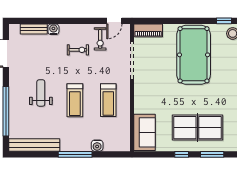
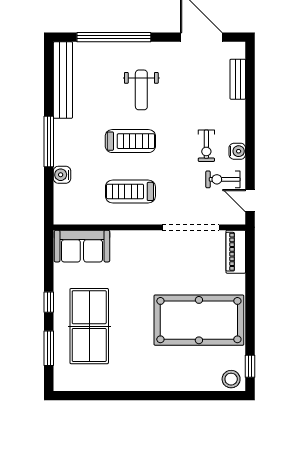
water cooler: (53, 29) -> (237, 151), moved
weight bench: (41, 93) -> (141, 90), turned 90
treadmill: (75, 100) -> (130, 141), turned 180

